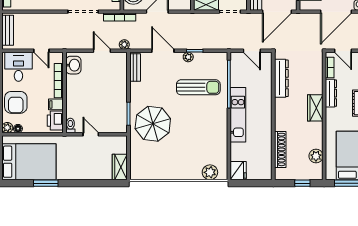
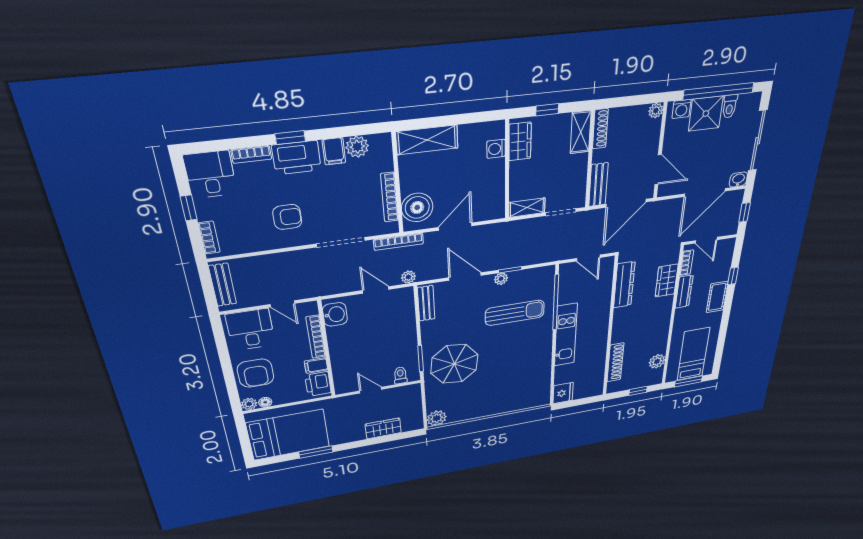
wardrobe: (315, 108) -> (667, 281), moved
toilet: (70, 126) -> (400, 375), moved
wardrobe: (120, 167) -> (383, 428), moved, turned 90
plant: (210, 172) -> (437, 418), moved

